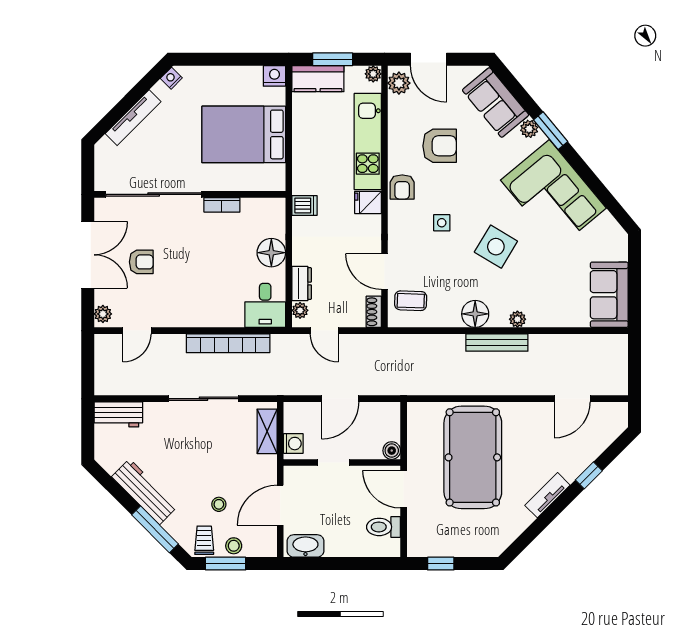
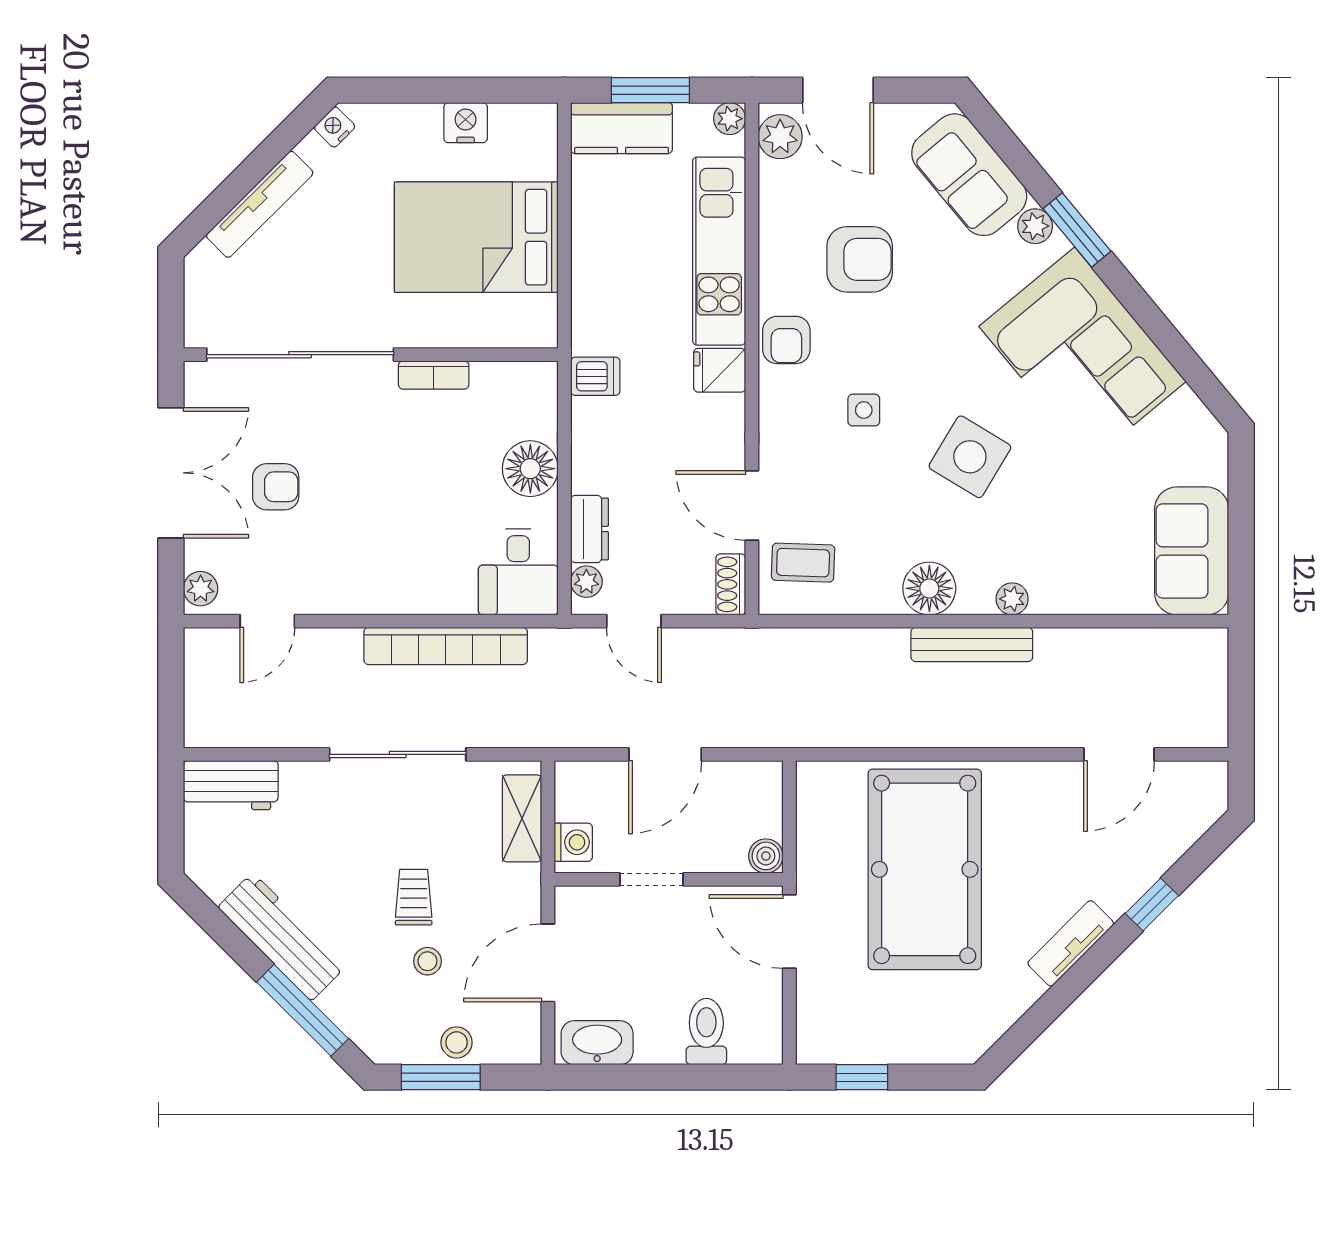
nightstand: (274, 76) -> (466, 123), moved
toilet: (384, 527) -> (706, 1032), moved, turned 90
trolley: (204, 540) -> (414, 897), moved

